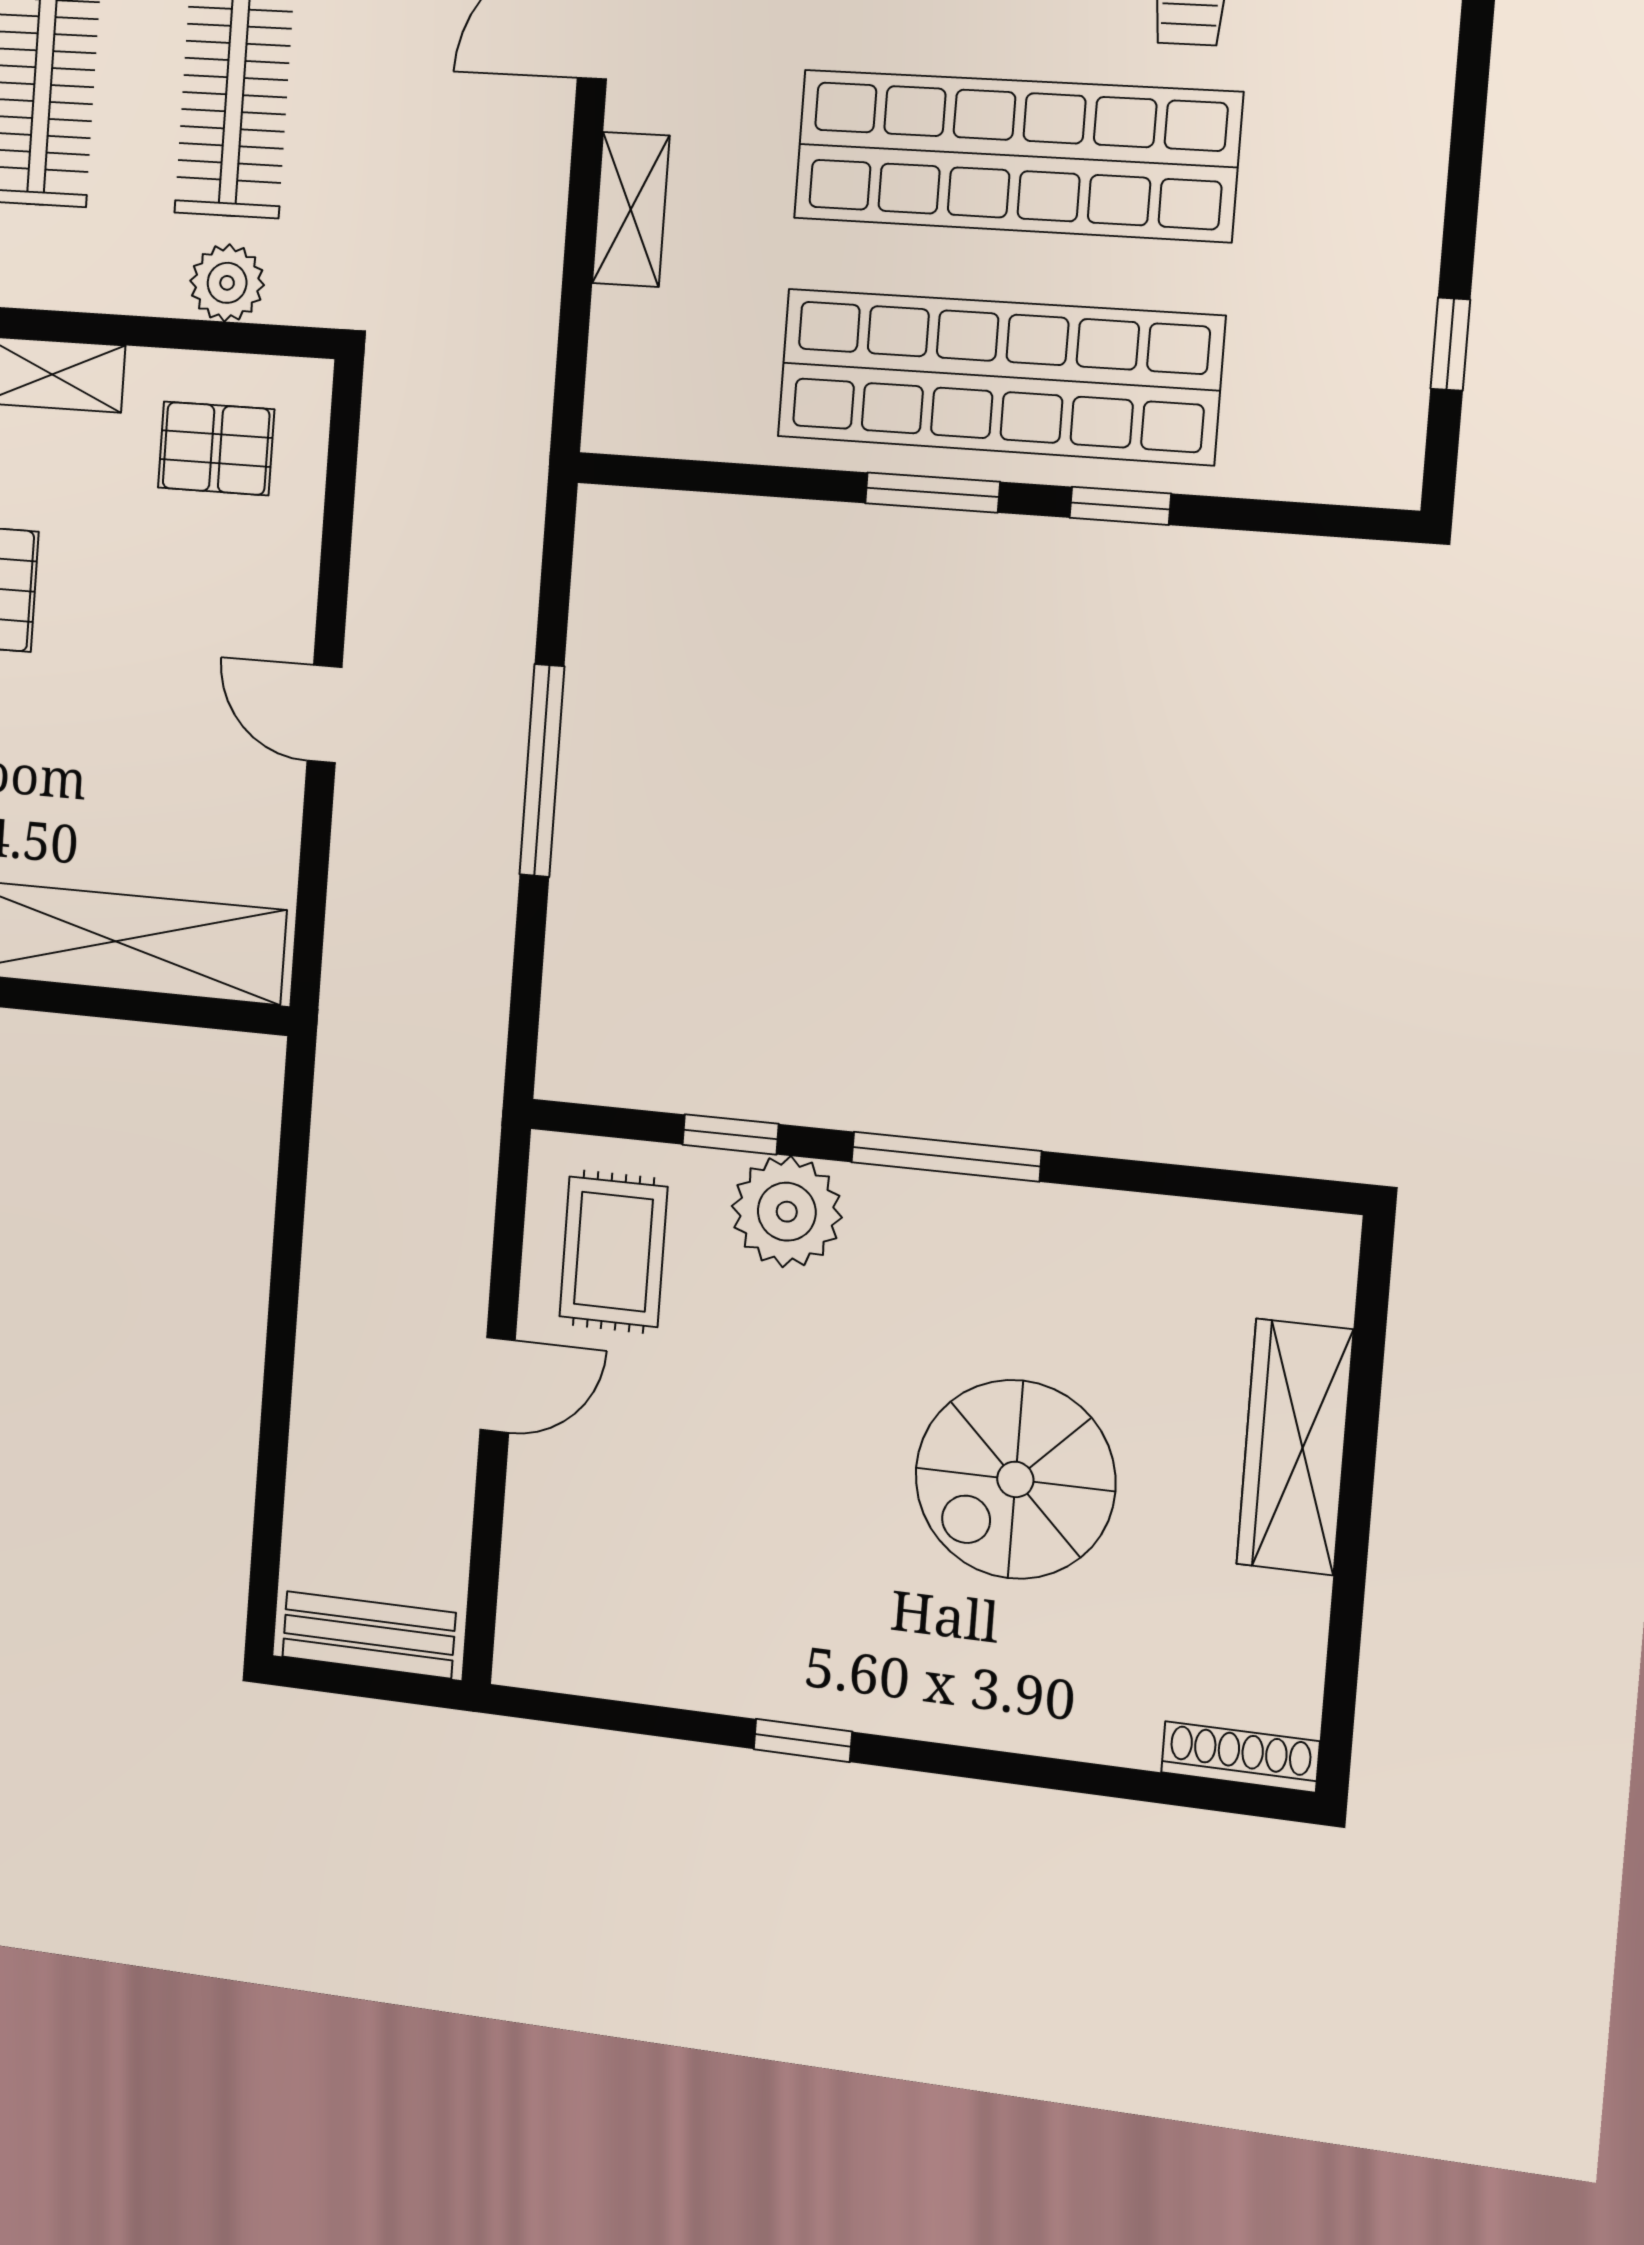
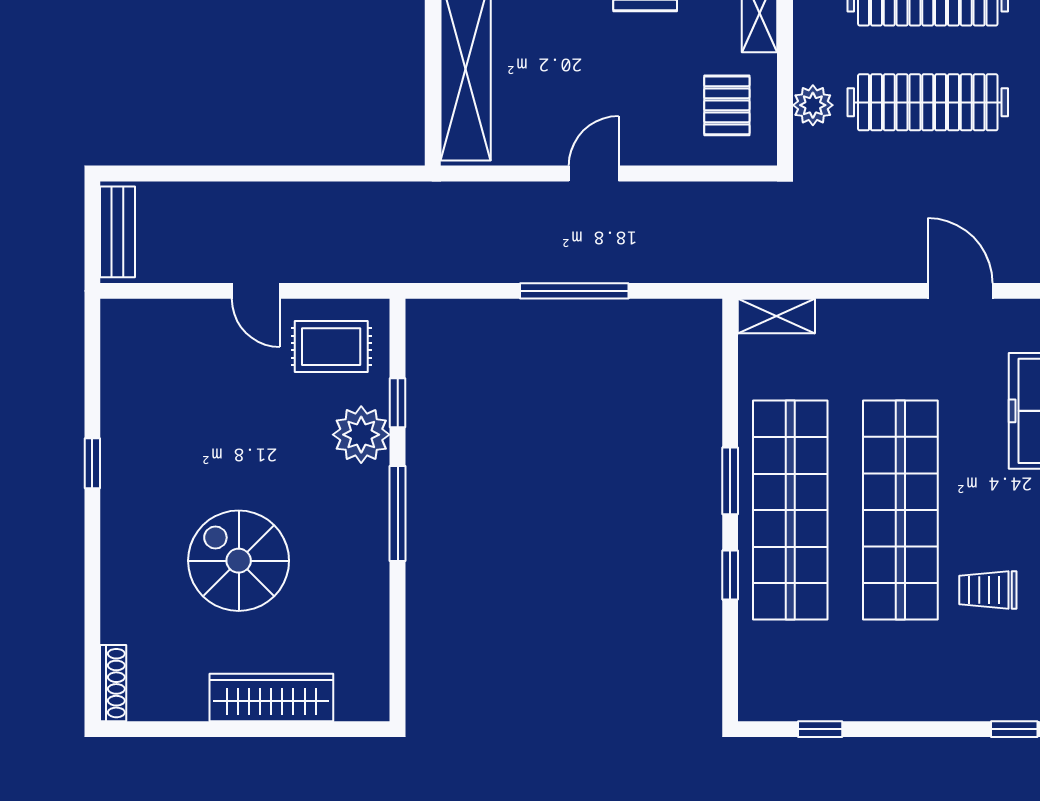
shelving: (631, 209) -> (776, 316), moved

